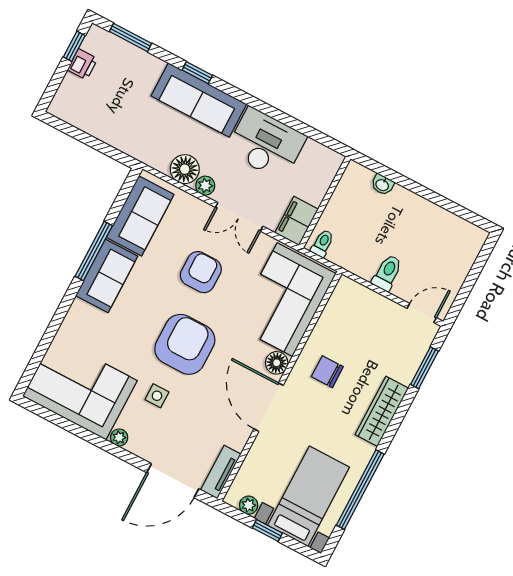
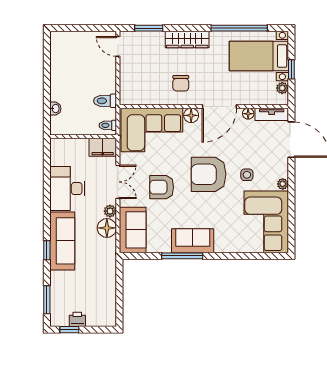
sofa: (140, 216) -> (133, 230), moved, turned 90
toilet: (387, 273) -> (105, 101), moved
floor lamp: (238, 441) -> (248, 114), added

